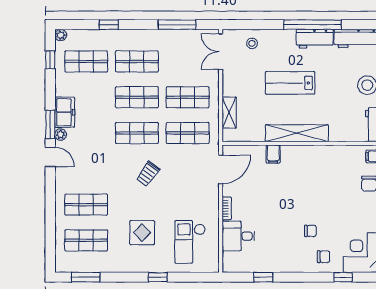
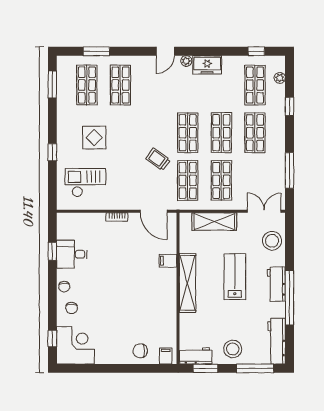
plant: (61, 35) -> (280, 78), moved
workbench: (315, 39) -> (276, 284), moved
stool: (252, 43) -> (272, 241), width x1.89, depth x1.89
shelving: (229, 113) -> (214, 222), width x1.50, depth x1.33
window: (50, 124) -> (96, 51), moved
trolley: (148, 174) -> (158, 159), moved
chair: (310, 231) -> (64, 287), moved
desk: (238, 236) -> (72, 254), moved, turned -90
window: (343, 277) -> (52, 338), moved

